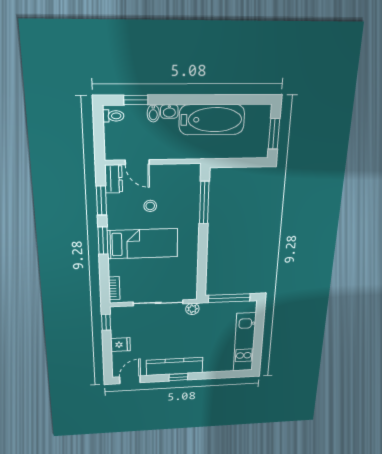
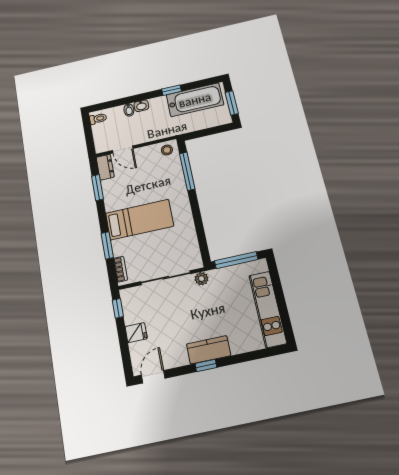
window: (136, 100) -> (171, 90), moved
bathtub: (212, 120) -> (195, 100), moved
stool: (150, 206) -> (167, 150), moved
window: (103, 241) -> (107, 245), moved
kitchen counter: (175, 366) -> (209, 350), width x0.67

